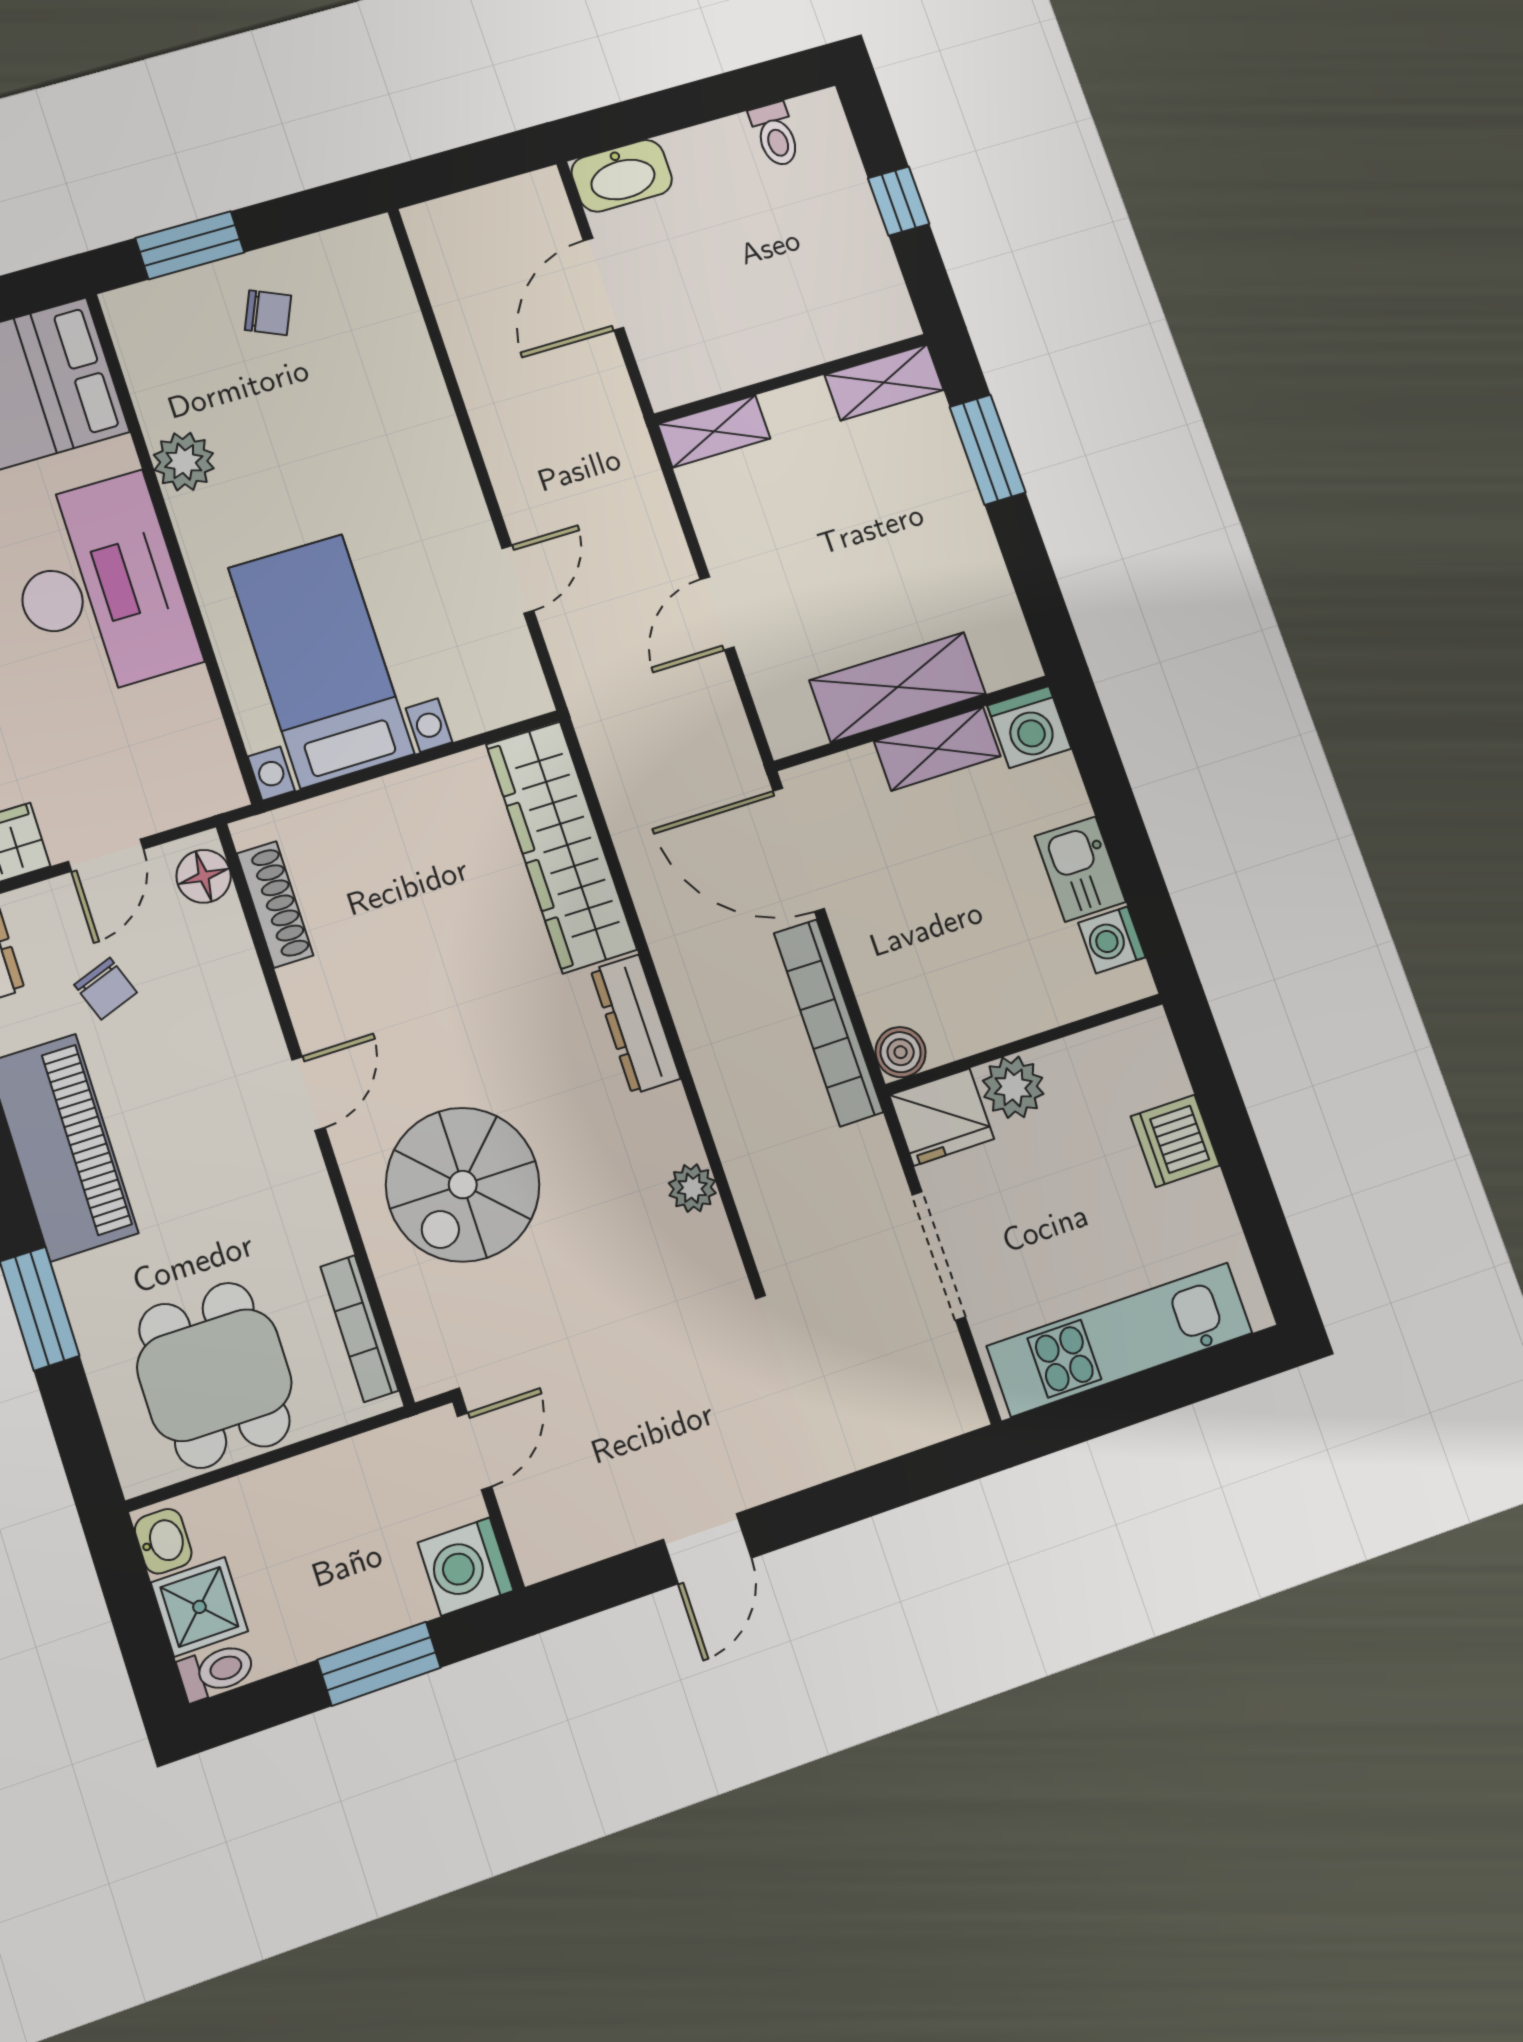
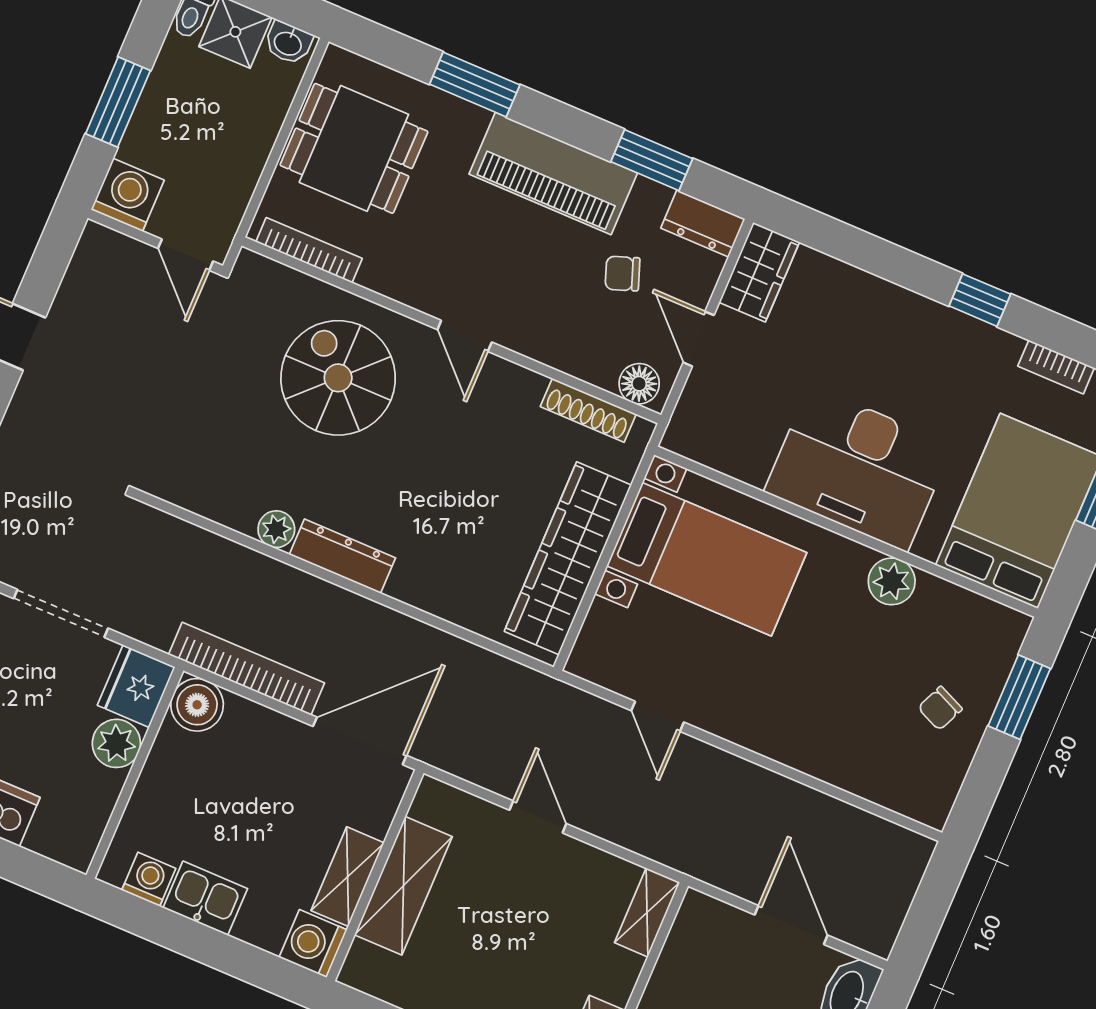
wardrobe: (561, 847) -> (568, 558), moved, turned -90
boiler: (901, 1052) -> (197, 705), width x1.36, depth x1.36
plant: (692, 1188) -> (276, 529), moved

